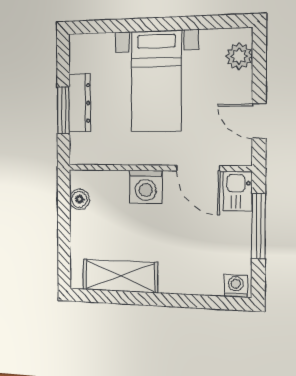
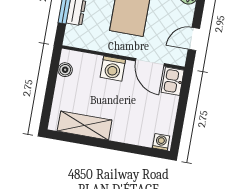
door: (259, 121) -> (194, 39), hinge flipped
window: (258, 226) -> (182, 106), removed

